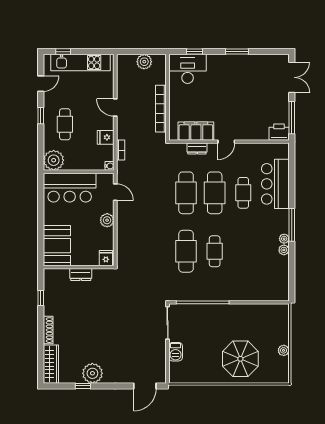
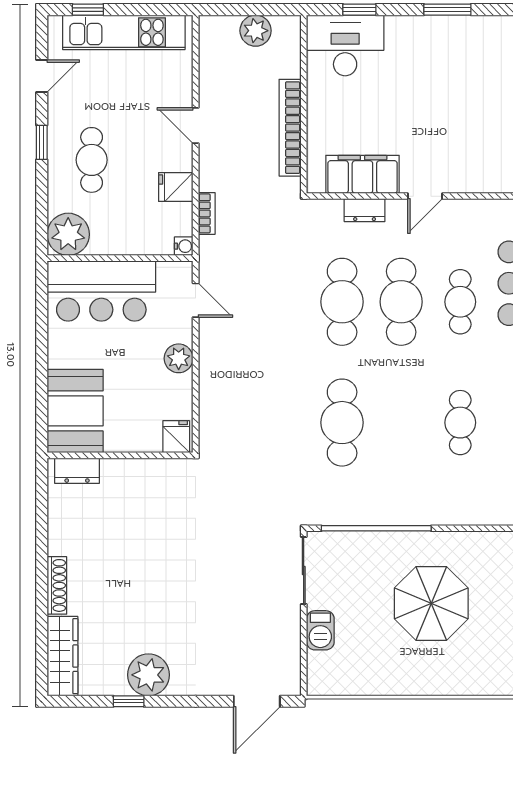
cafe table: (215, 251) -> (460, 423), moved
dresser: (81, 275) -> (77, 471), moved
window: (41, 298) -> (42, 519), removed
parasol: (240, 359) -> (431, 603), moved

